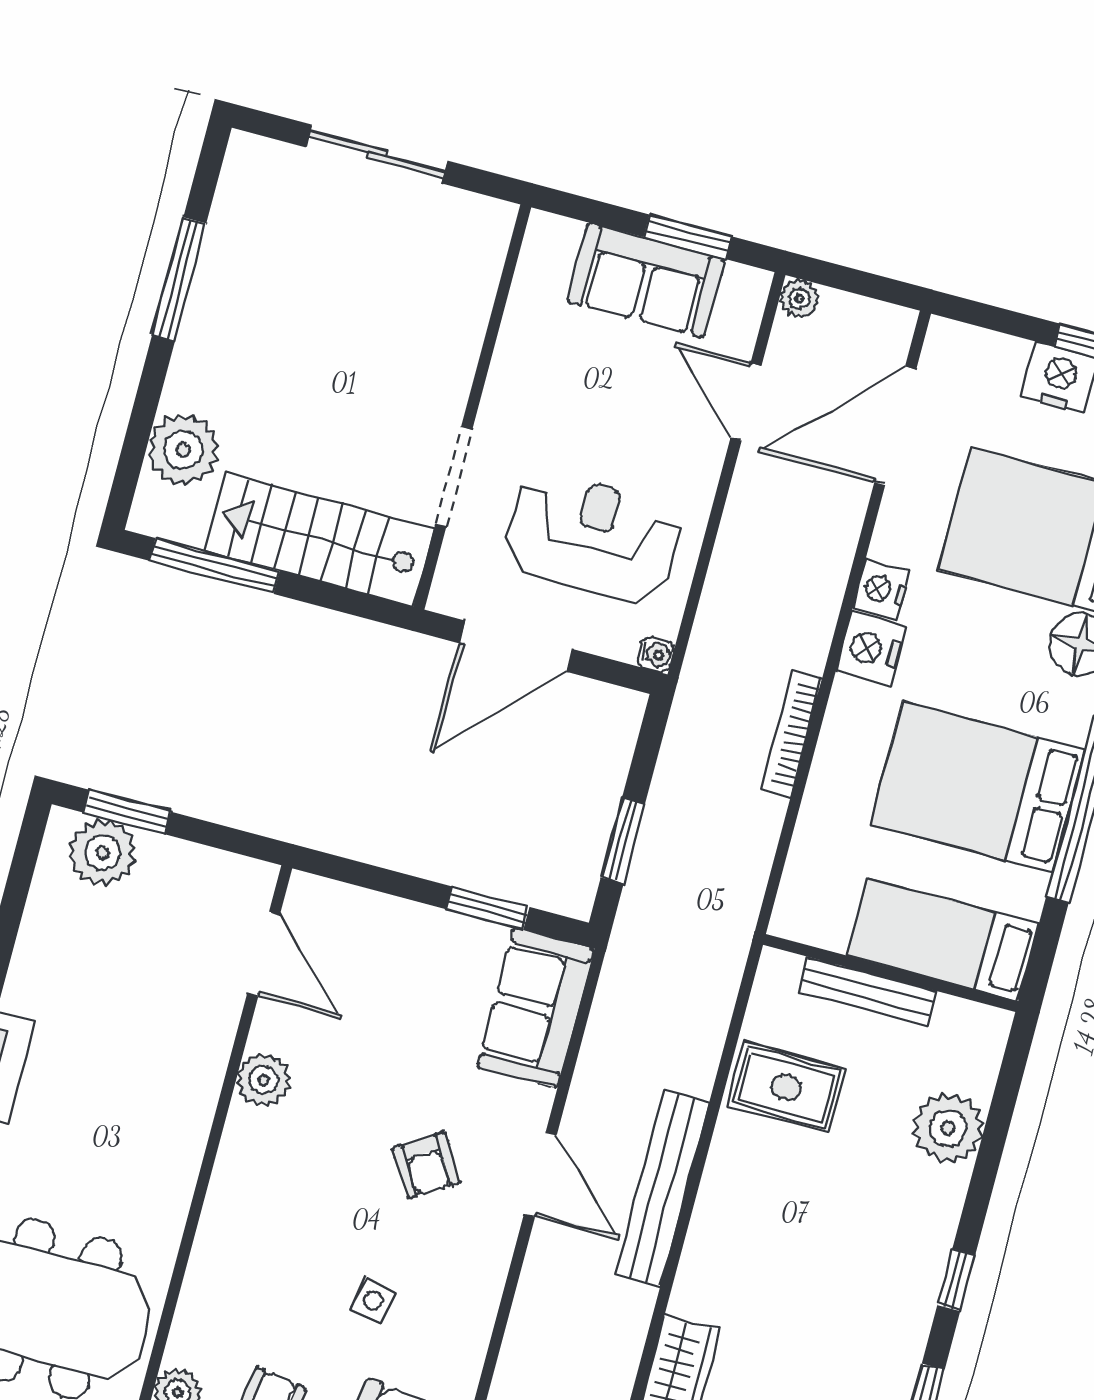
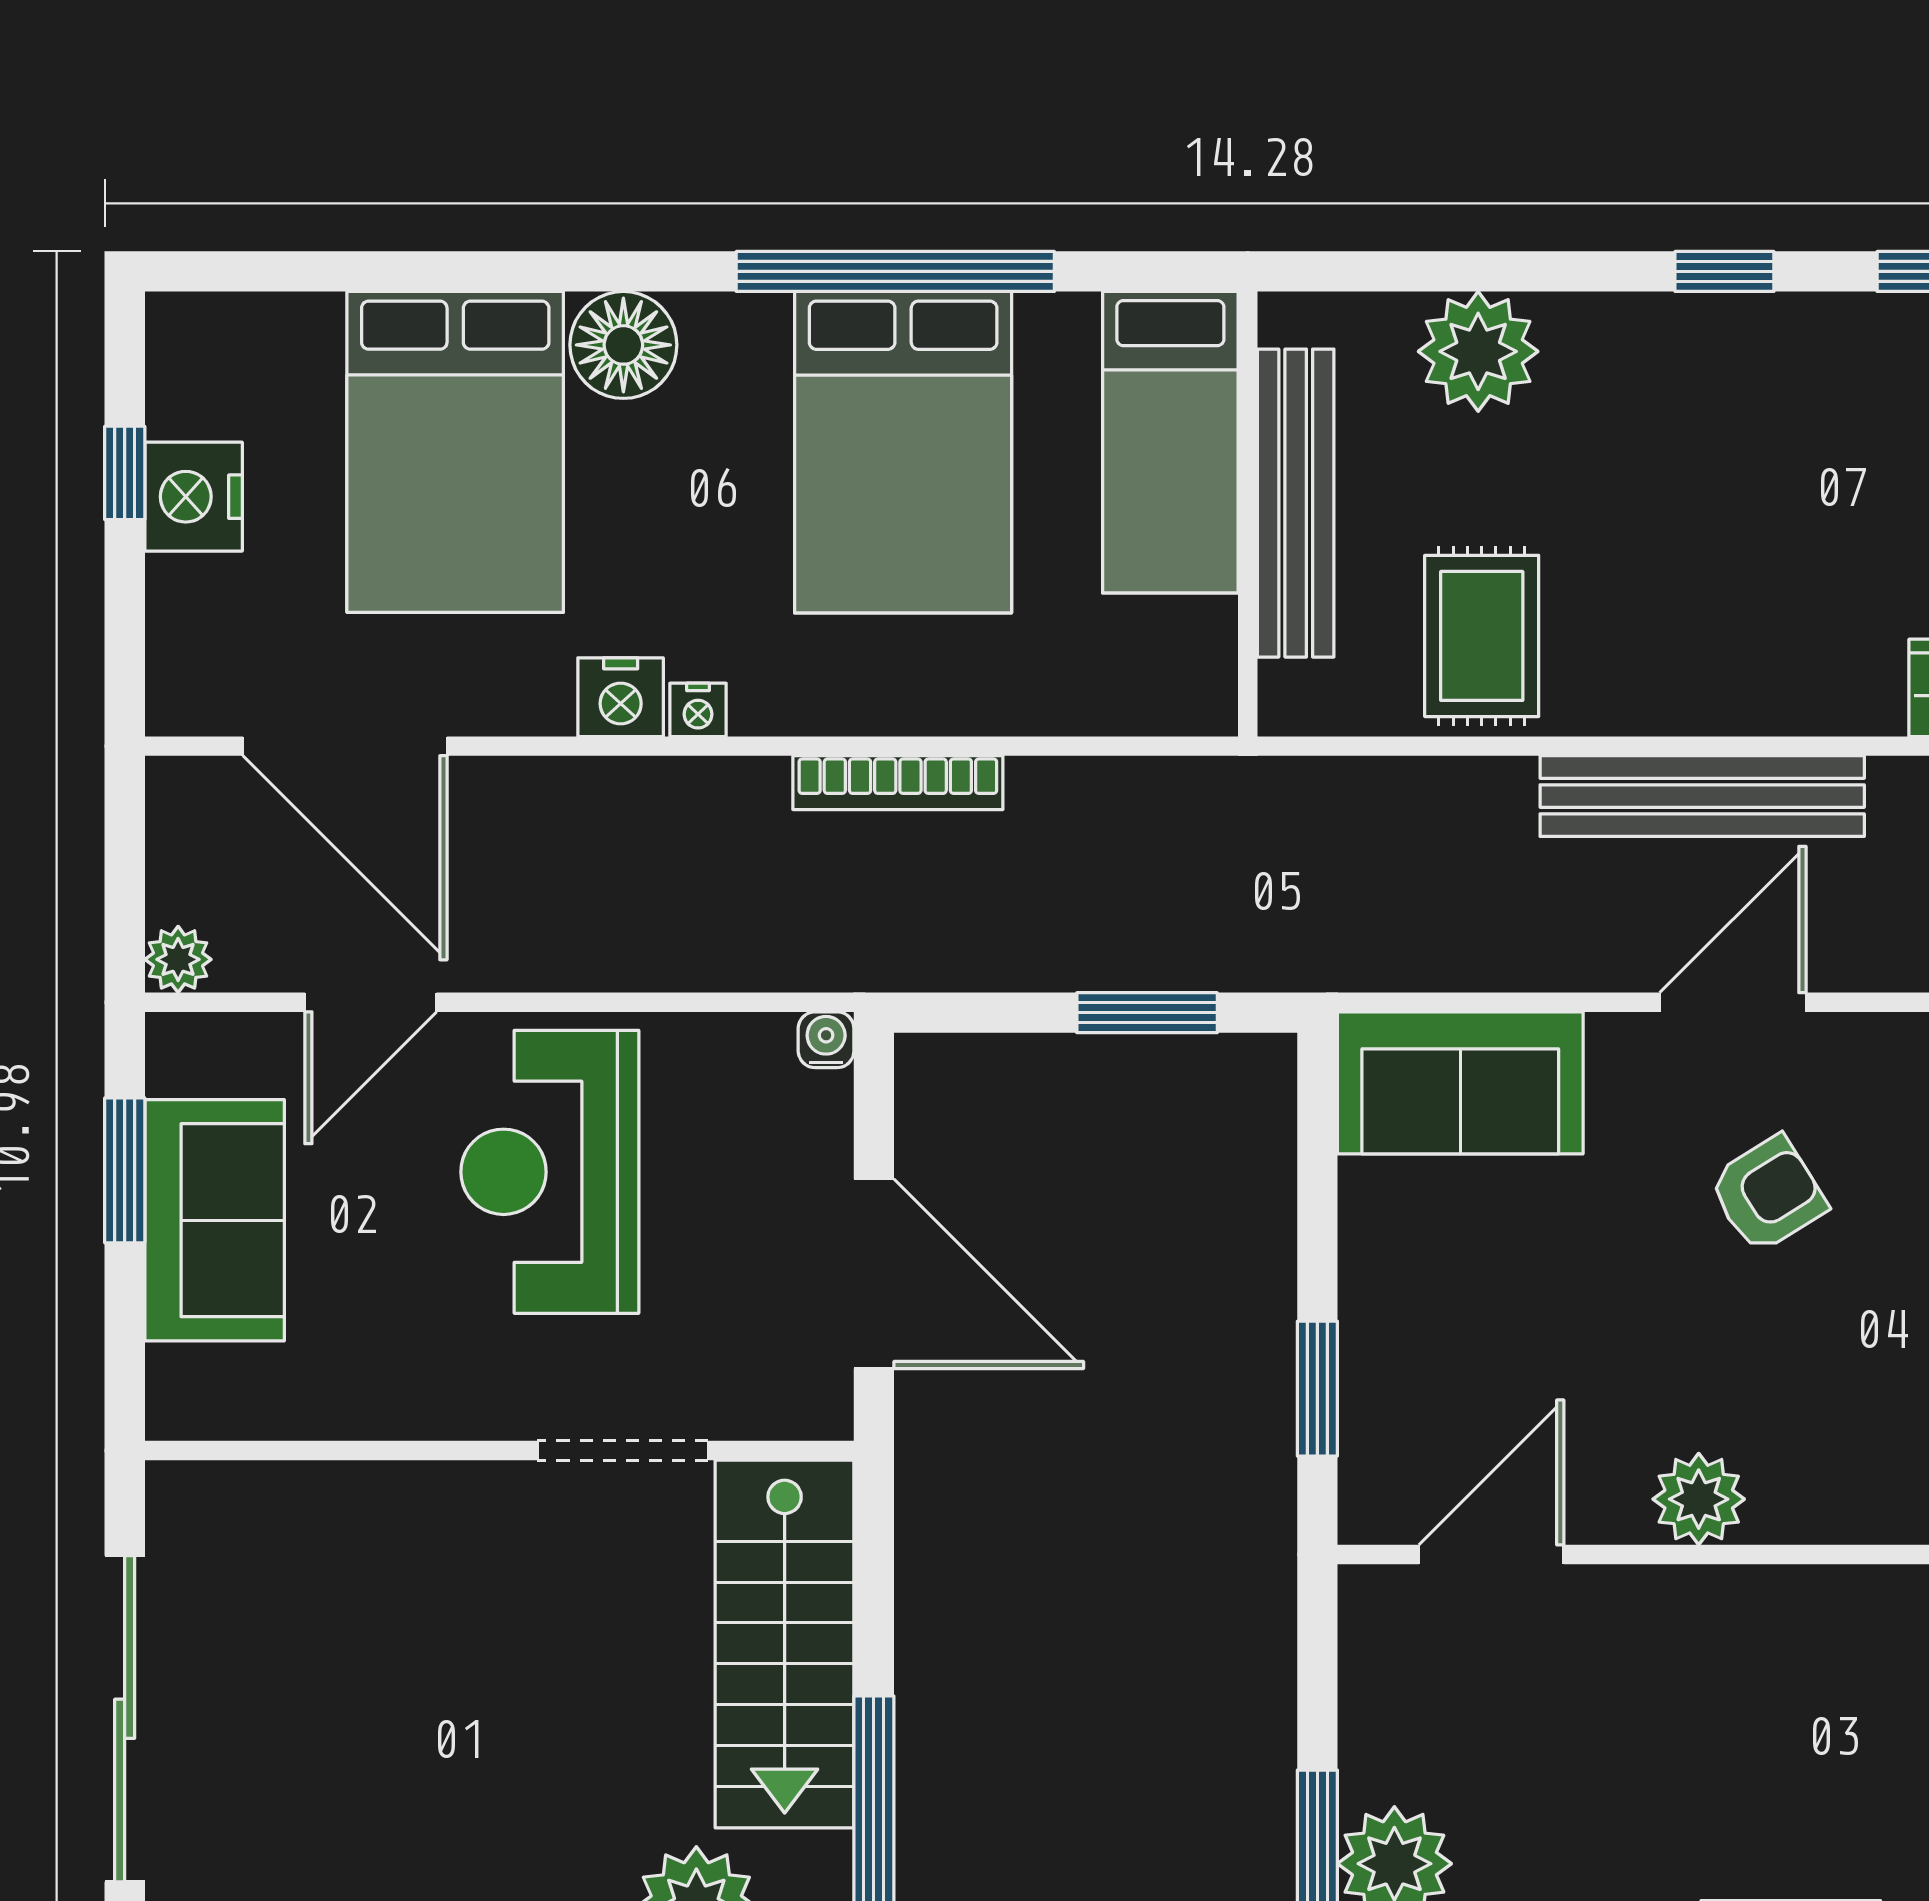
sliding door: (377, 154) -> (125, 1719), width x1.36
reception desk: (593, 537) -> (550, 1172), moved
nightstand: (871, 649) -> (698, 710), width x0.53, depth x0.56
window: (488, 908) -> (1317, 1389), moved
bench: (867, 992) -> (1296, 503), width x1.37, depth x1.21

